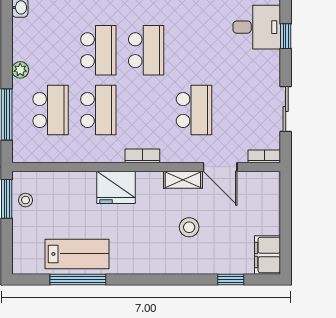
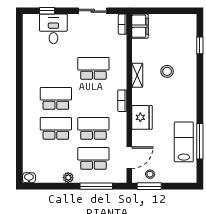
desk: (257, 27) -> (53, 29), moved
door: (220, 167) -> (129, 158), moved
filing cabinet: (268, 255) -> (140, 26), moved, turned -90

